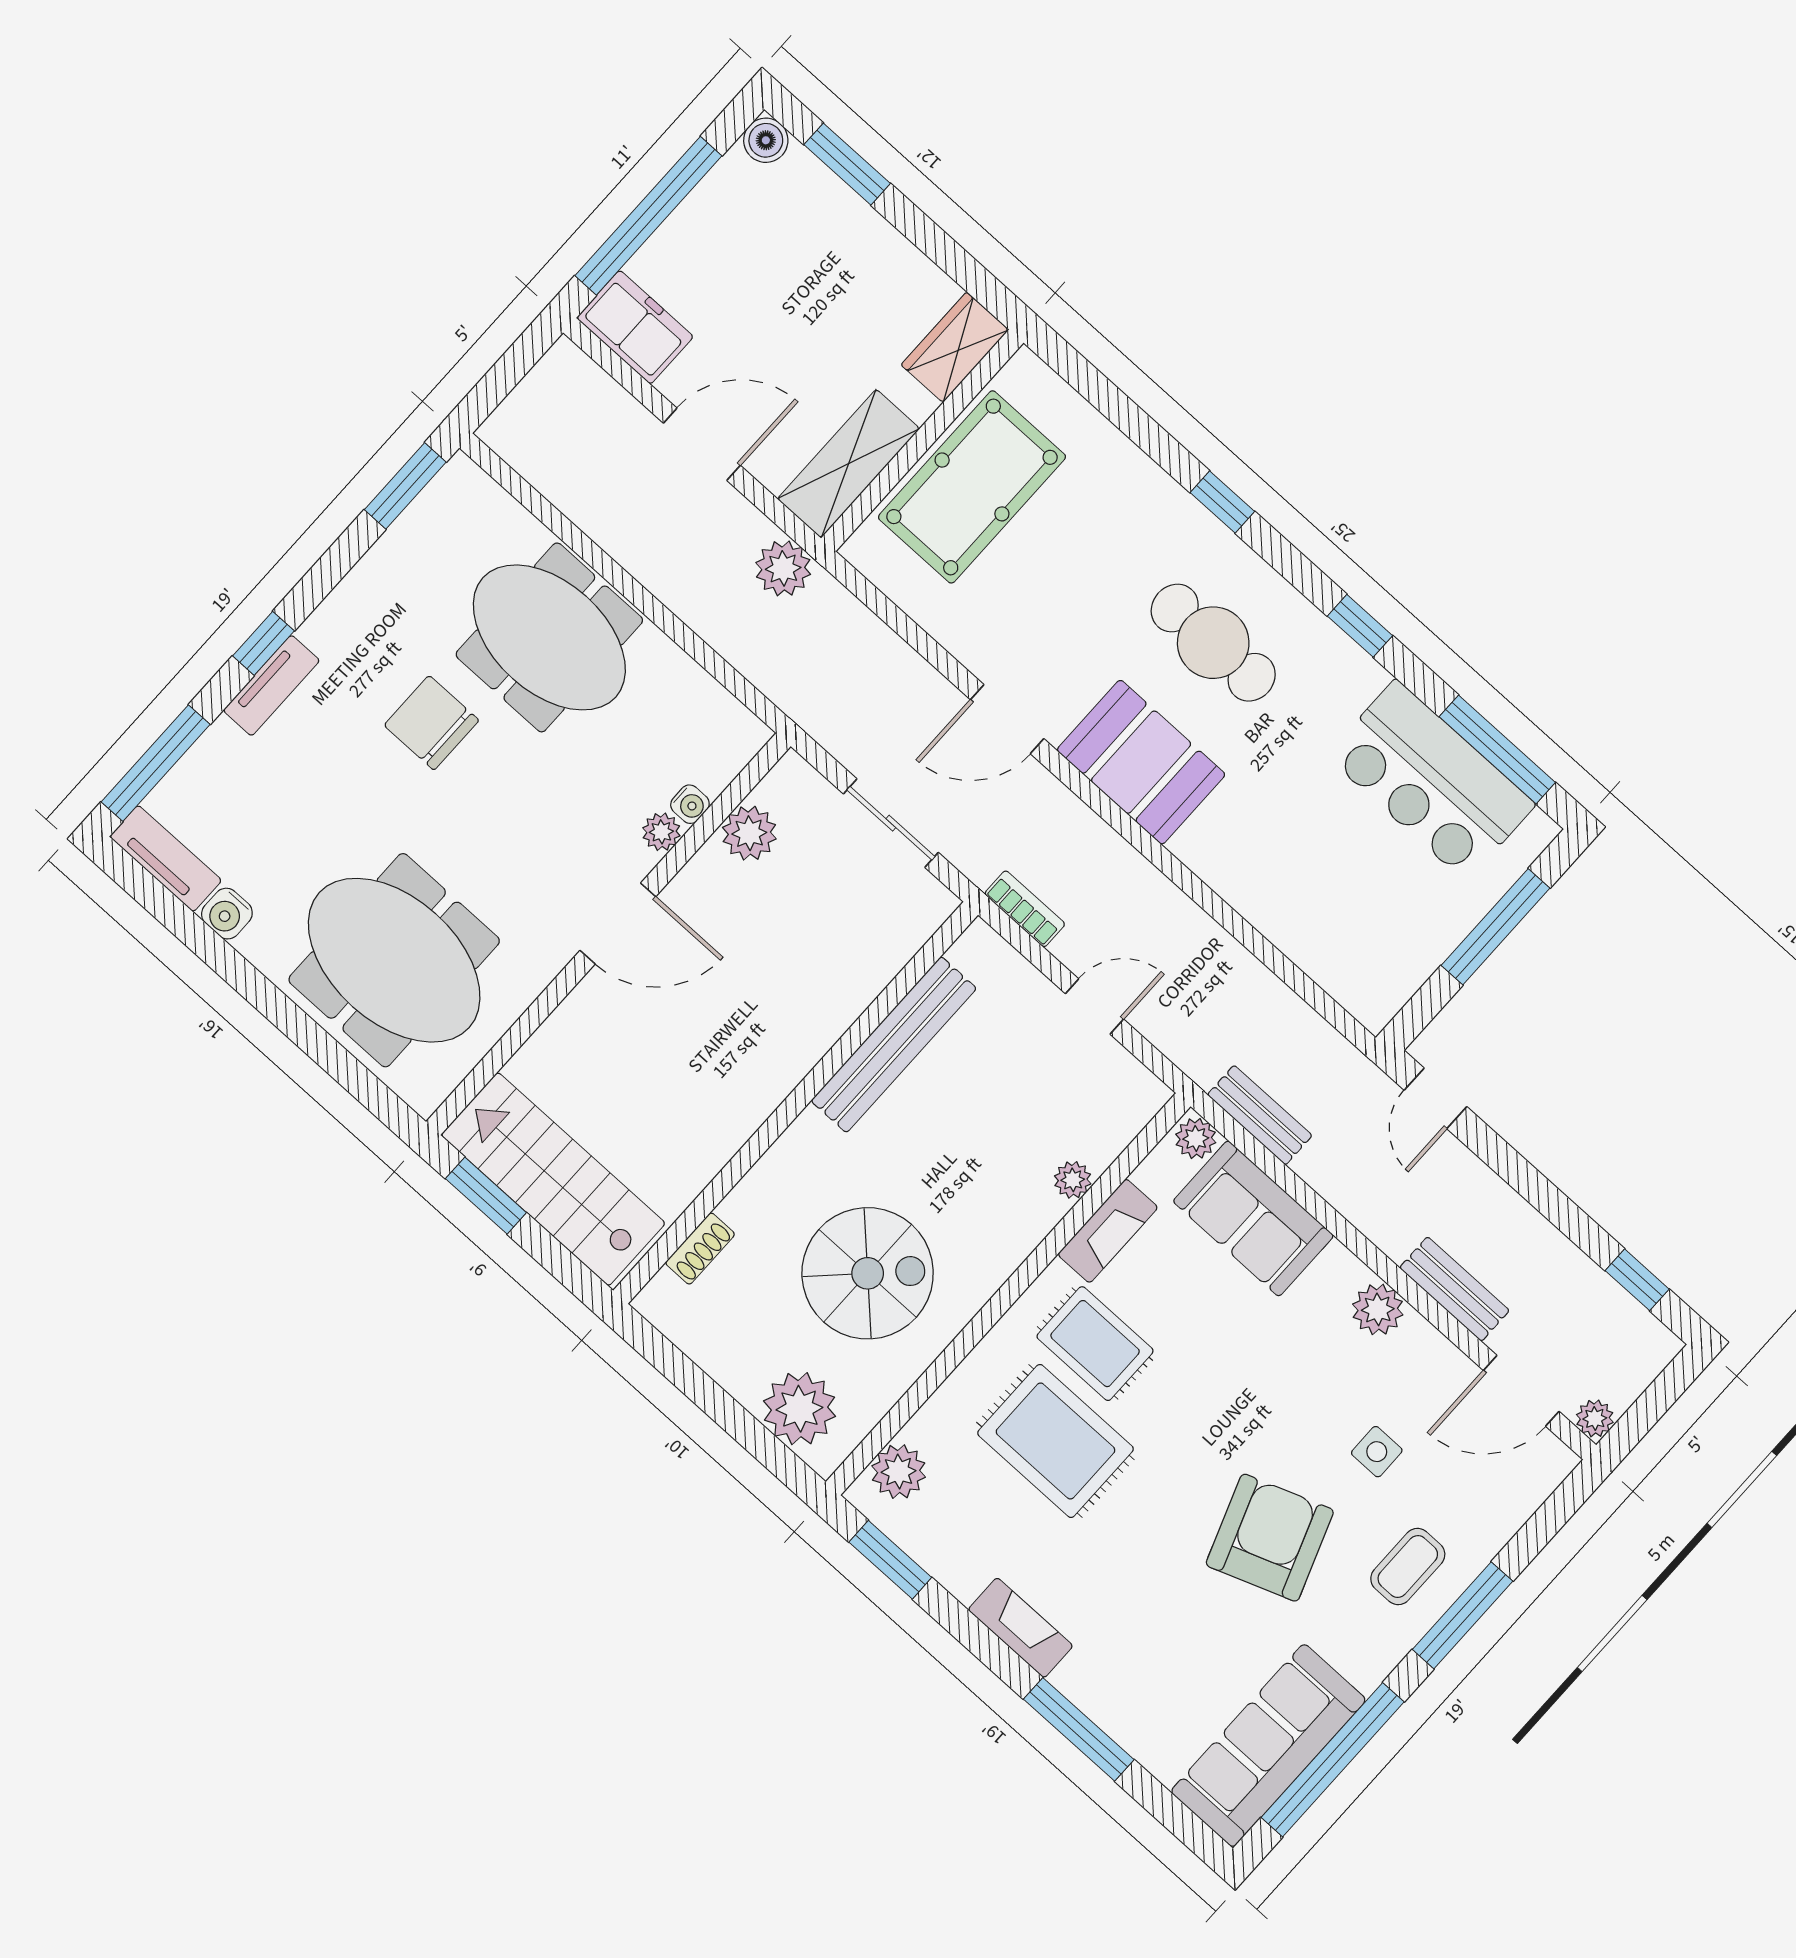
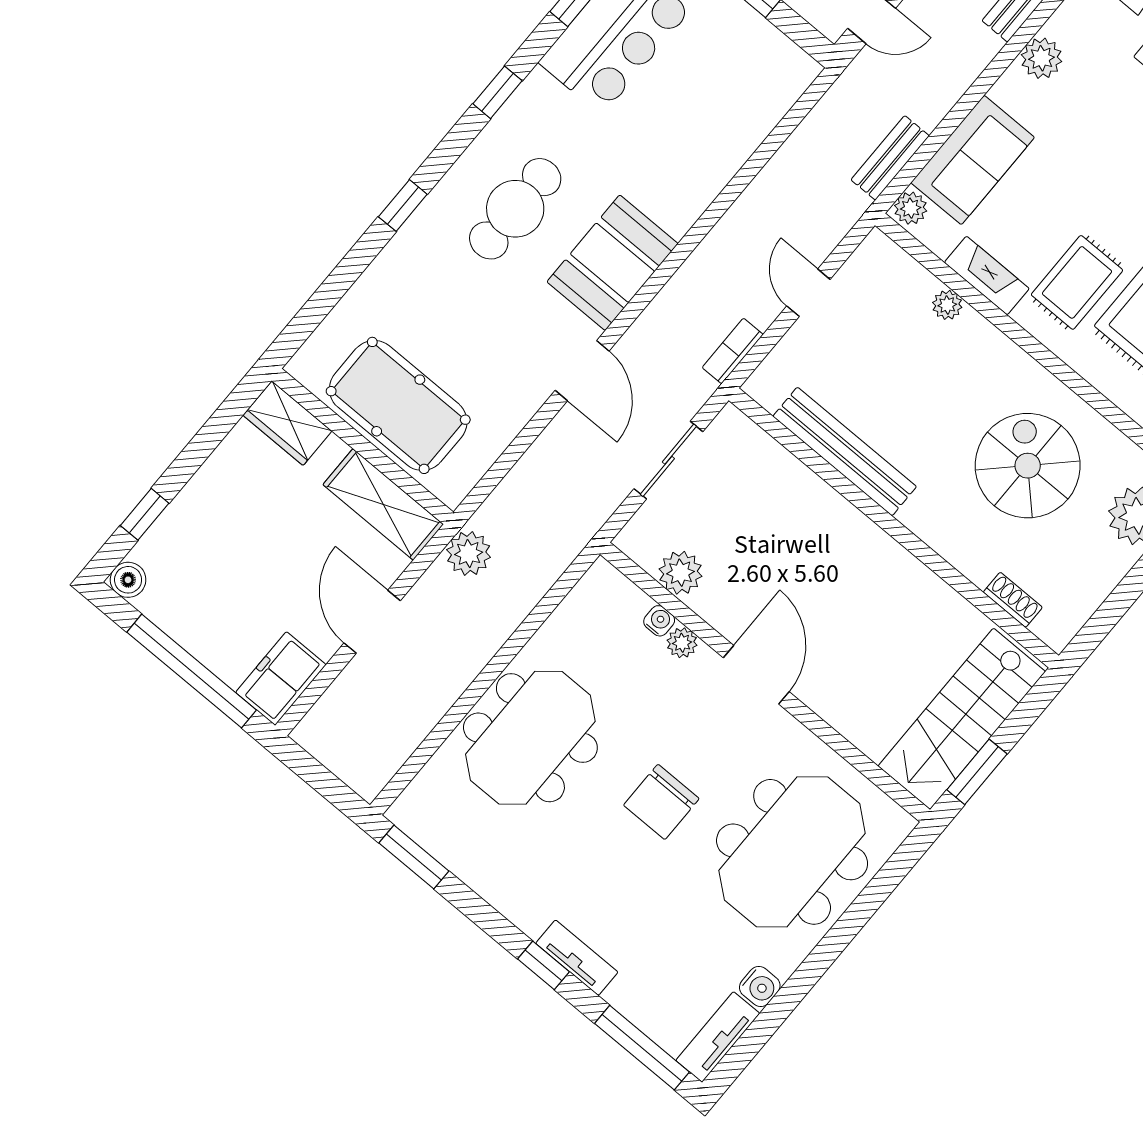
window: (847, 164) -> (145, 514), width x0.67
chair: (432, 723) -> (661, 802), moved

